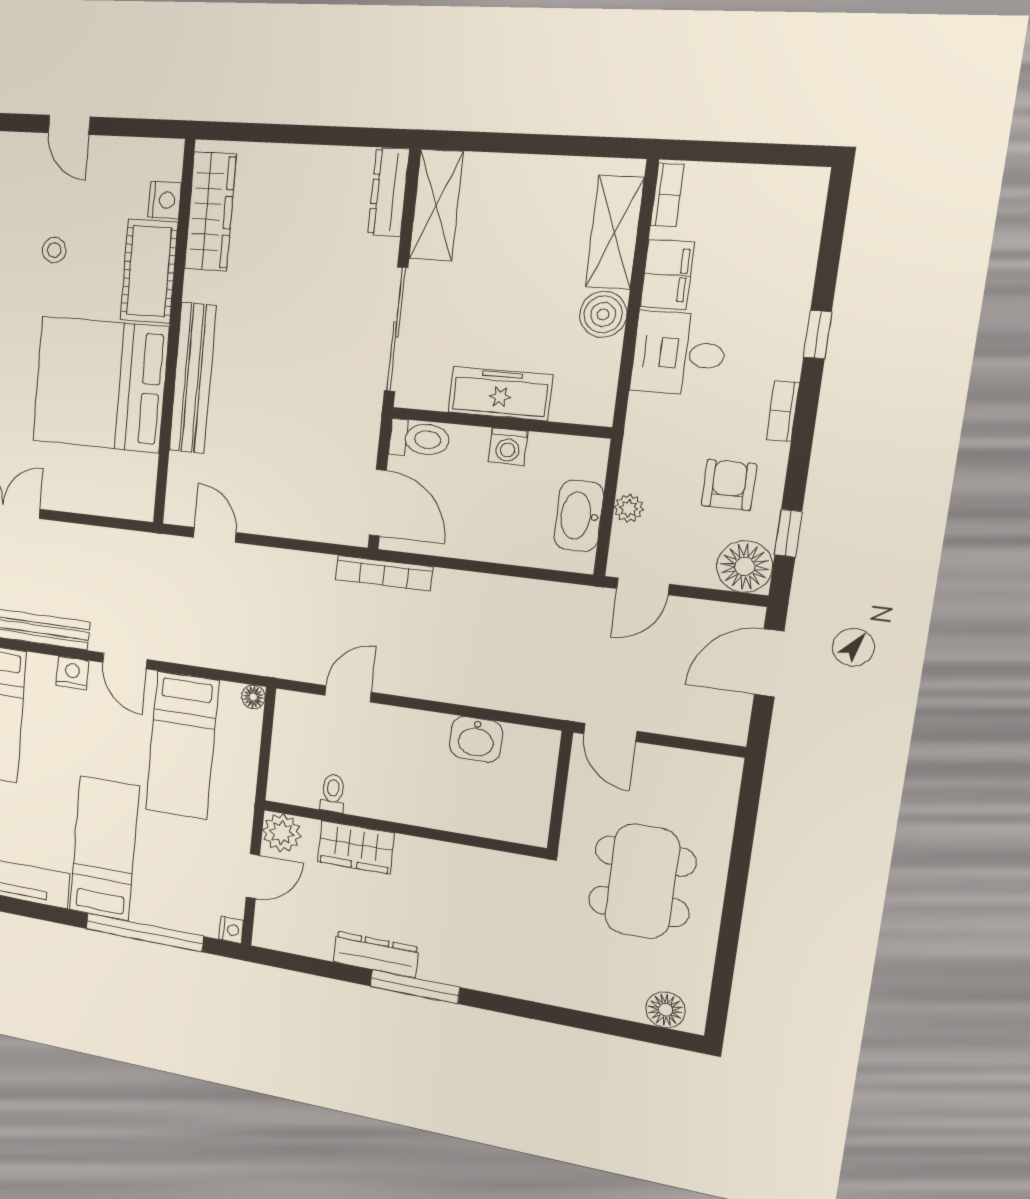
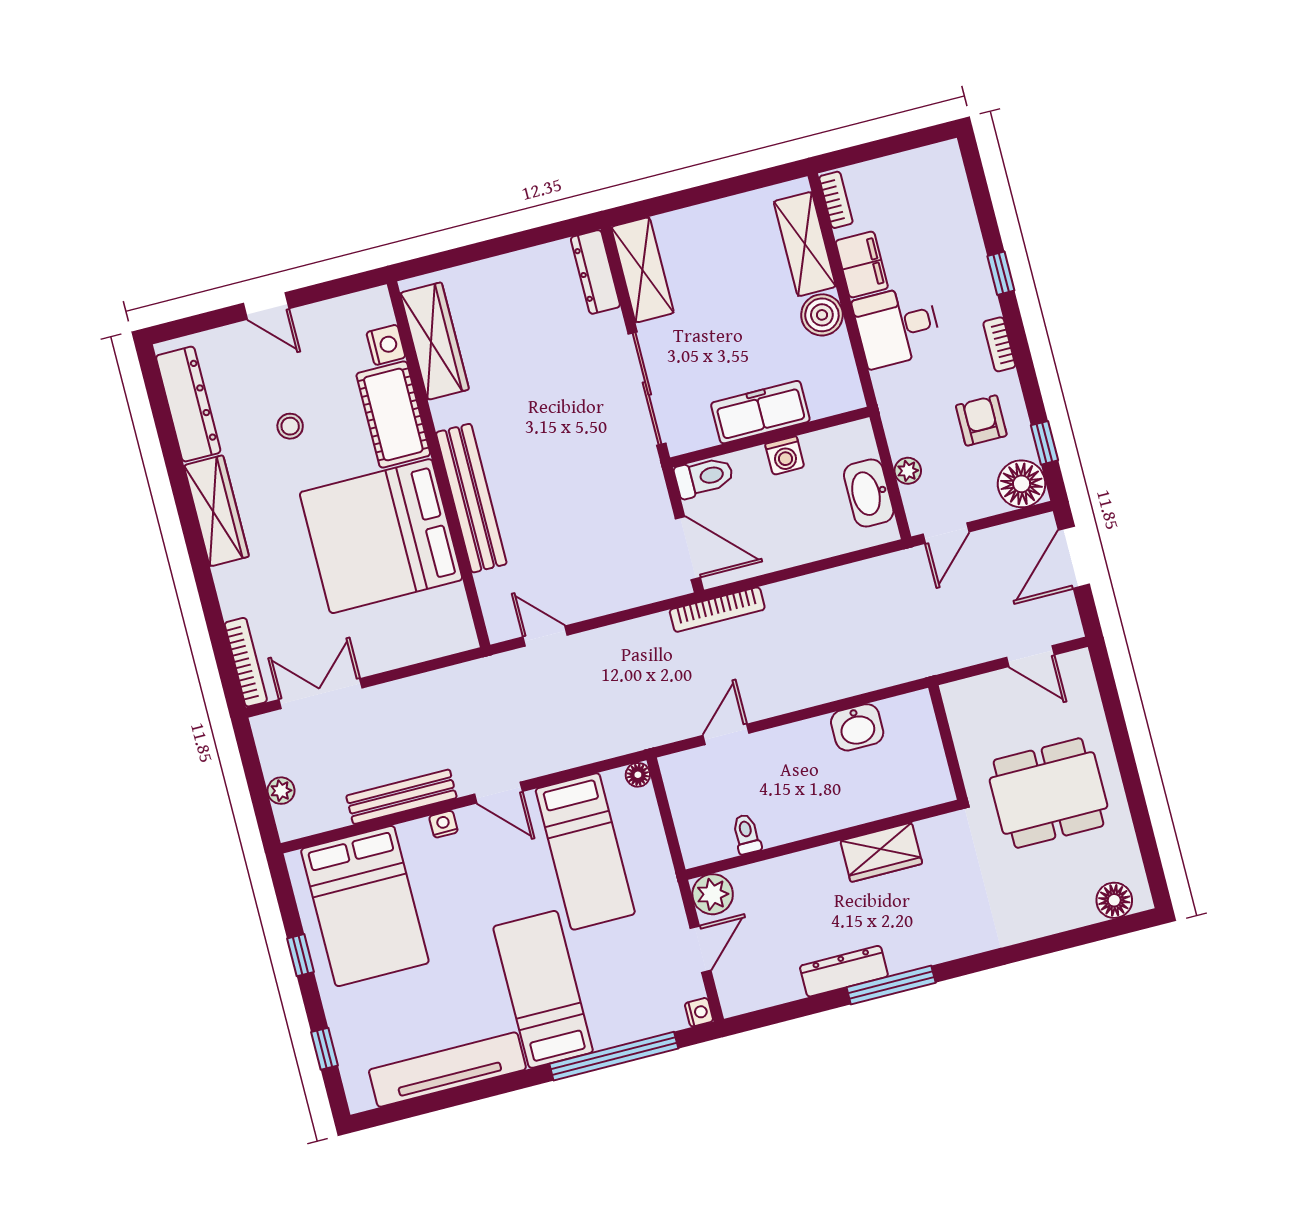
nightstand: (72, 673) -> (443, 824), width x0.72, depth x0.74
door: (610, 732) -> (1030, 656), moved
wardrobe: (356, 847) -> (881, 852), moved
dining table: (642, 881) -> (1048, 793), turned 90

